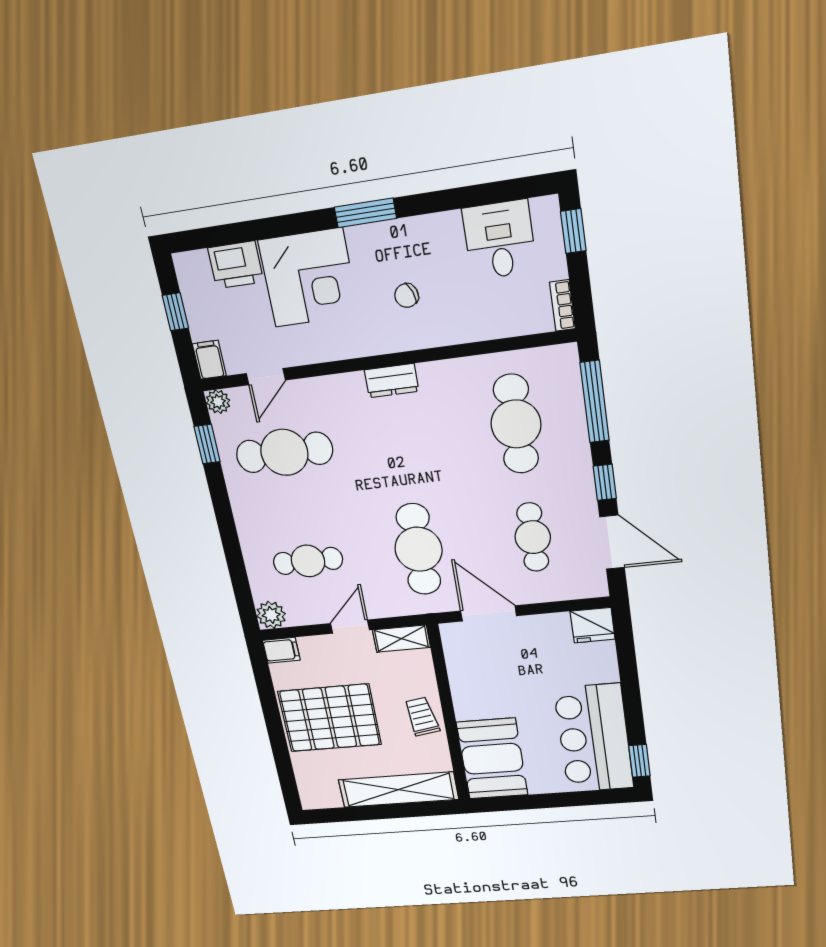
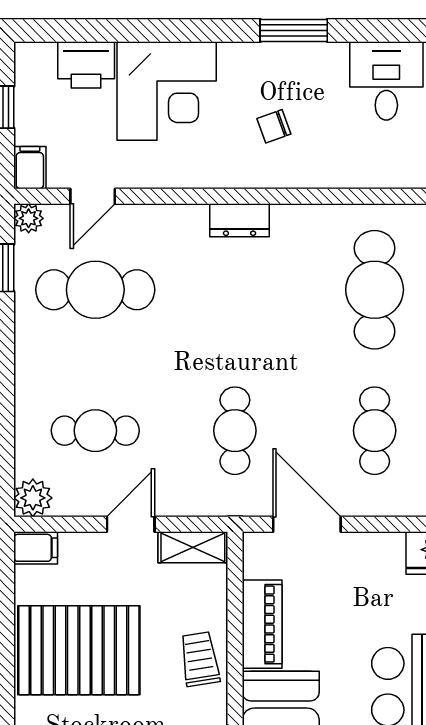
window: (365, 213) -> (294, 31), moved
cafe table: (419, 549) -> (235, 431), width x0.73, depth x0.74
piano: (465, 688) -> (262, 624), added

